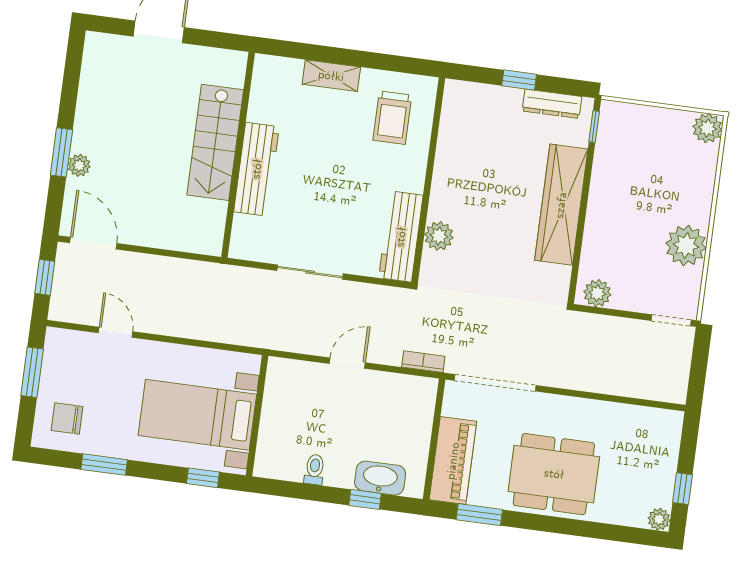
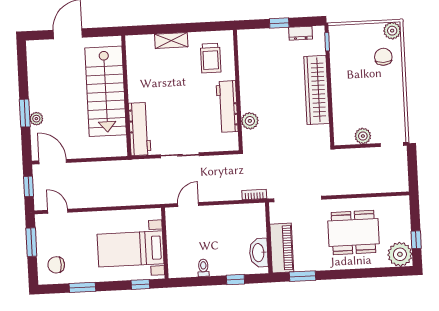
dresser: (552, 104) -> (301, 33), width x0.70
stairs: (215, 142) -> (106, 91), width x1.36, depth x1.51
workbench: (257, 169) -> (140, 129), moved
chair: (684, 170) -> (383, 57), added
workbench: (401, 237) -> (227, 107), moved
plant: (686, 246) -> (392, 100), removed
plant: (597, 293) -> (363, 136), moved
door: (116, 332) -> (58, 211), moved
door: (347, 363) -> (188, 205), moved
dining table: (554, 474) -> (353, 232), moved
washbasin: (380, 478) -> (259, 253), moved, turned -90
plant: (659, 519) -> (400, 254), width x1.87, depth x1.87

